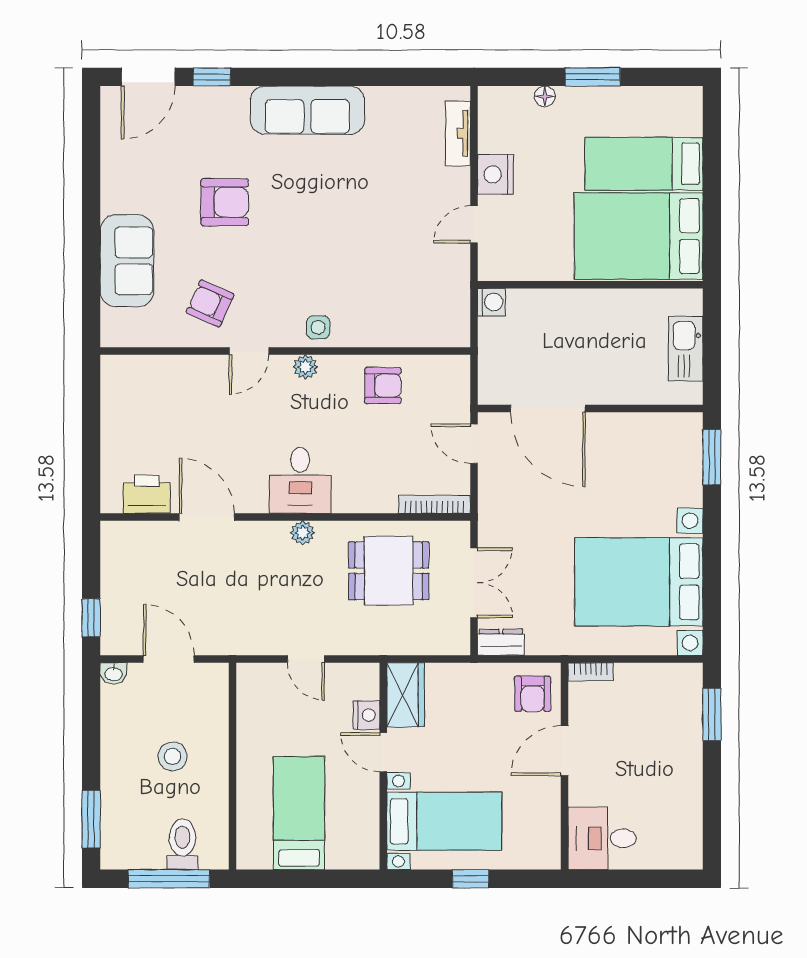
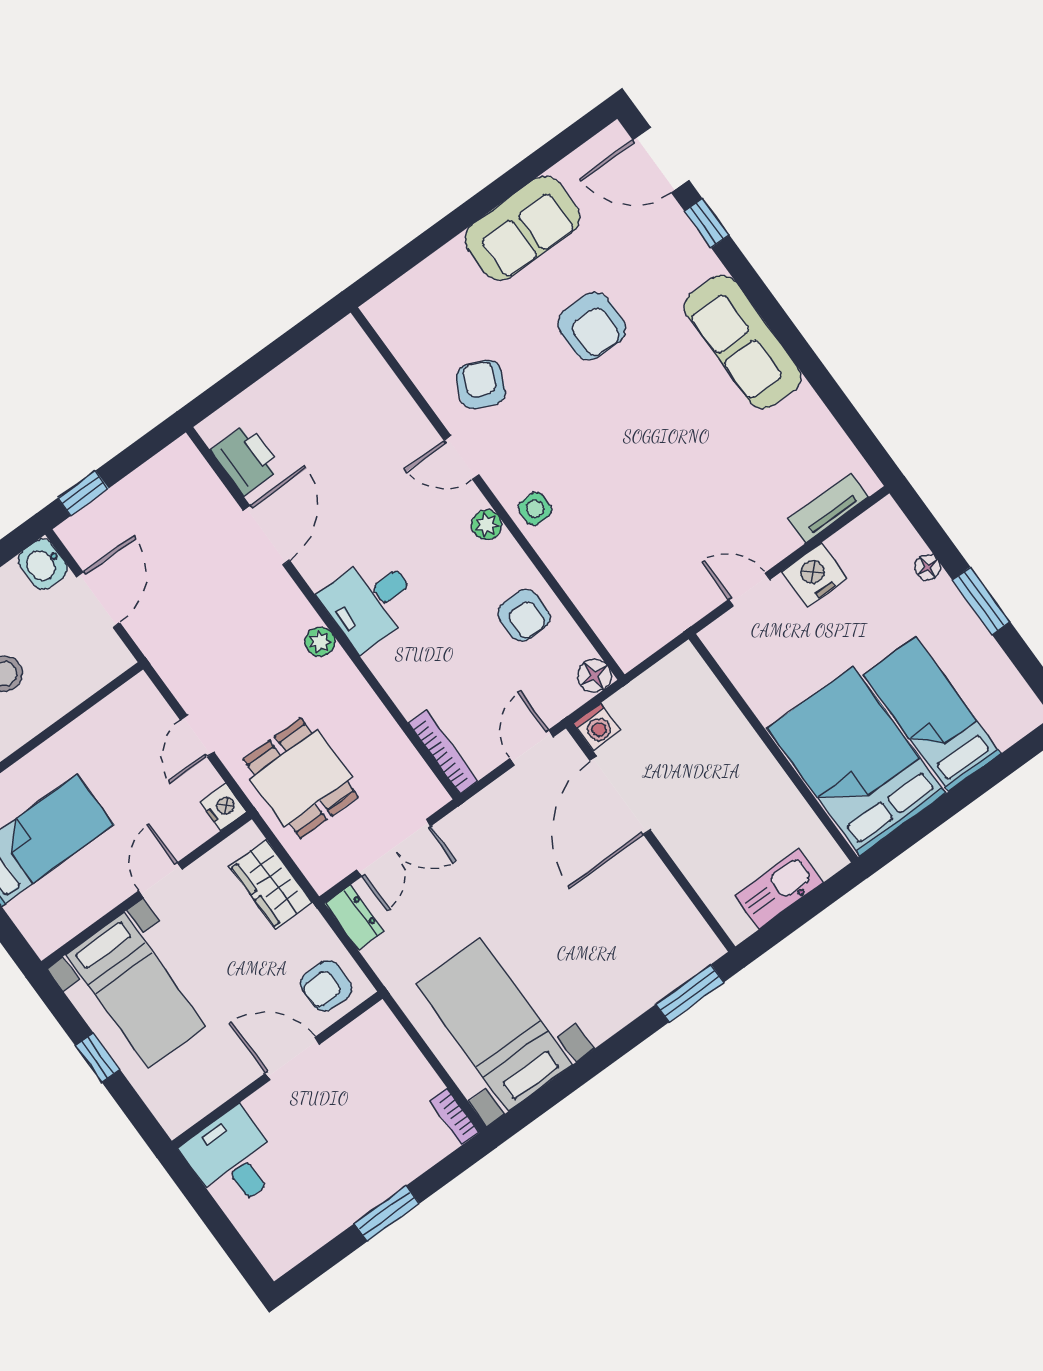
sofa: (127, 261) -> (523, 228), moved
washing machine: (491, 302) -> (597, 727), moved
floor lamp: (457, 368) -> (594, 676), added
dining table: (389, 571) -> (301, 778), moved
bed with nightstands: (639, 582) -> (494, 1025), width x0.73
bookcase: (591, 672) -> (454, 1117), moved
washbasin: (114, 673) -> (43, 564), width x1.38, depth x1.45
wardrobe: (406, 695) -> (271, 884), moved, turned 90
window: (712, 714) -> (387, 1213), moved
nightstand: (367, 715) -> (223, 807), moved, turned -90

